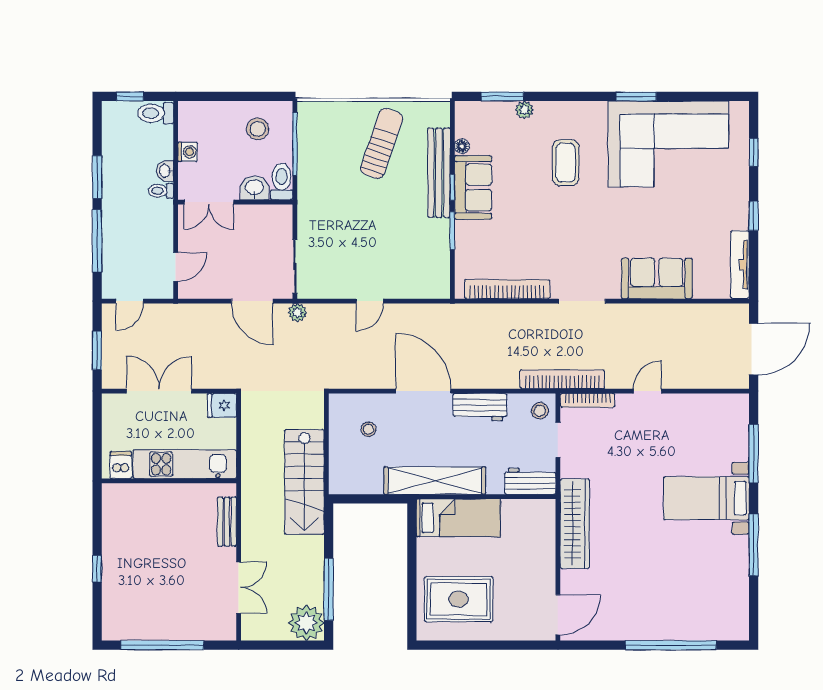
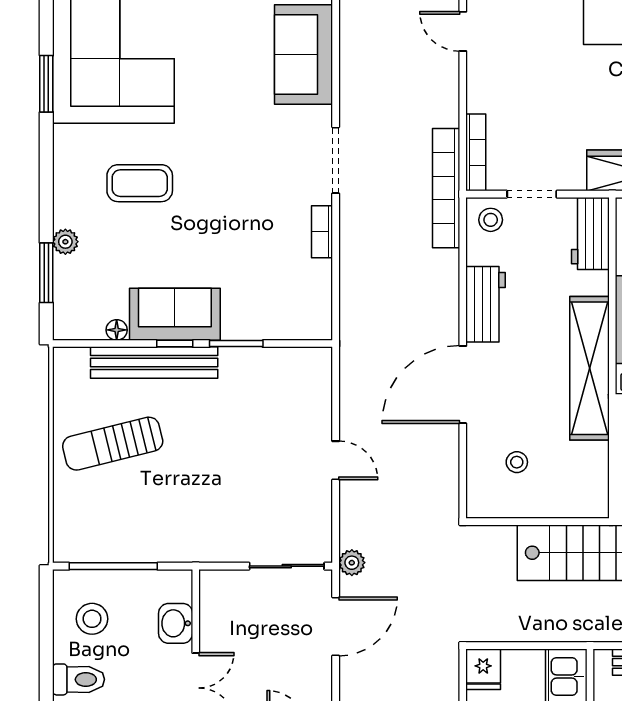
sun lounger: (382, 143) -> (113, 444), turned -33
toilet: (282, 182) -> (79, 679), moved, turned 180
bookcase: (507, 289) -> (322, 232), width x0.43, depth x0.76
door: (648, 391) -> (463, 31), moved

